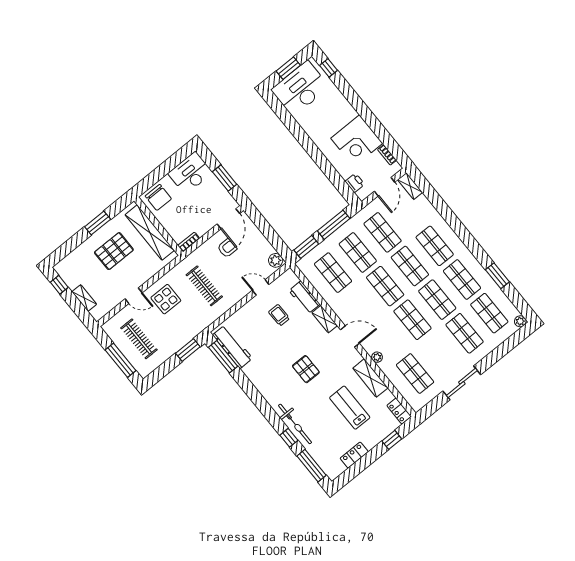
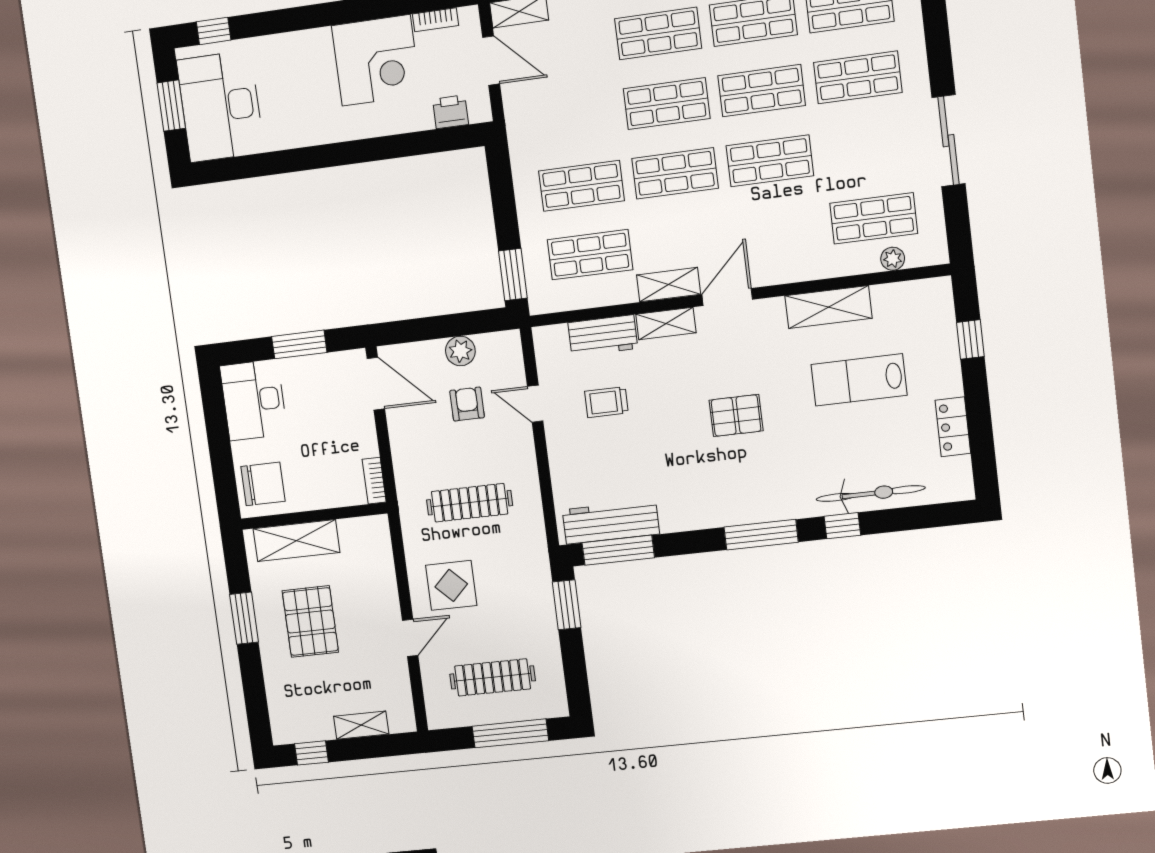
window: (334, 225) -> (503, 199), removed
shelving: (150, 232) -> (296, 541), width x0.68
shop shelf: (383, 232) -> (573, 116), removed
armchair: (227, 248) -> (467, 404), moved
plant: (276, 260) -> (460, 351), moved
door: (261, 287) -> (535, 404), hinge flipped
shelving: (341, 311) -> (669, 285), added
plant: (377, 357) -> (893, 259), moved
locker: (399, 411) -> (925, 292), removed
bicycle: (295, 424) -> (871, 494), moved
window: (312, 466) -> (761, 535), moved

